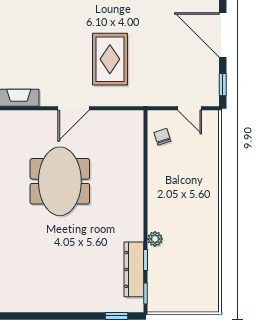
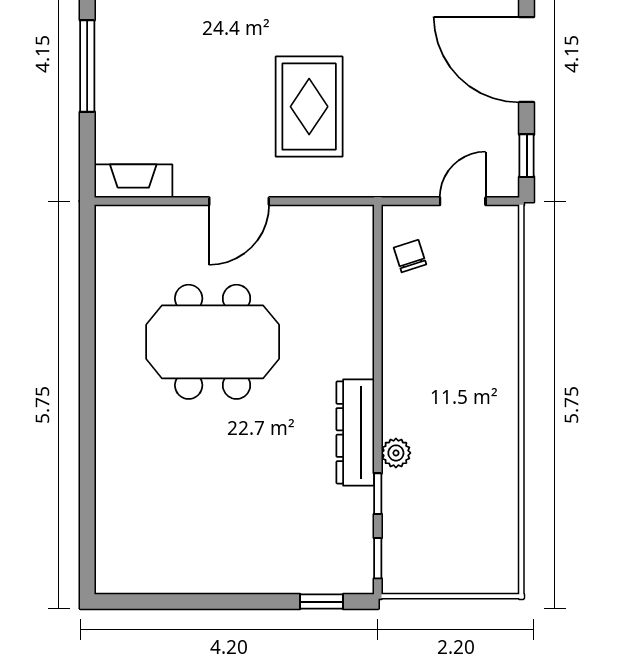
door: (190, 108) -> (463, 201), swing flipped
meeting table: (60, 181) -> (213, 342), turned 90
dresser: (134, 269) -> (355, 432), moved

